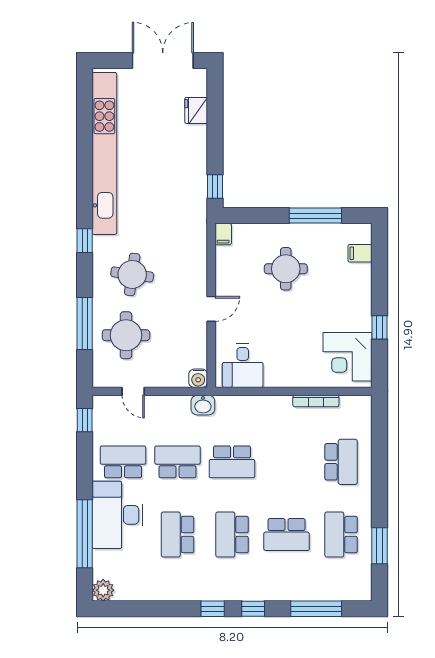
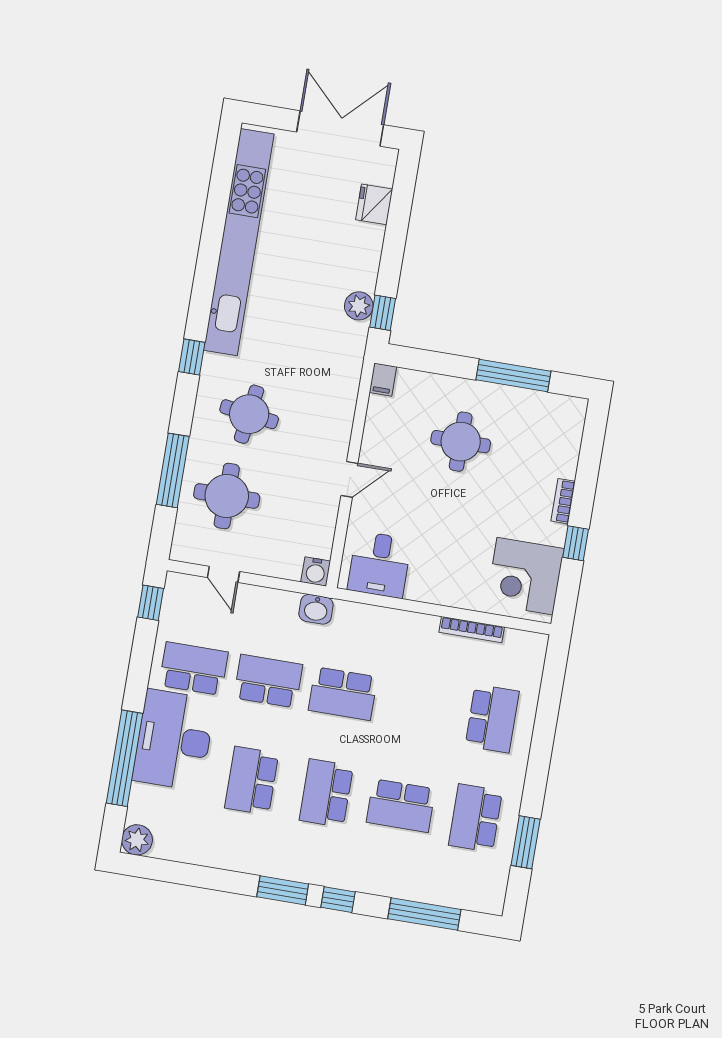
plant: (197, 184) -> (359, 306), added
filing cabinet: (360, 253) -> (566, 437), removed
bookcase: (366, 299) -> (563, 501), added
window: (213, 609) -> (283, 890), width x1.50

